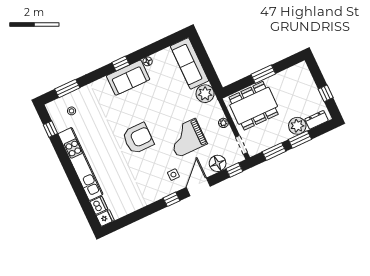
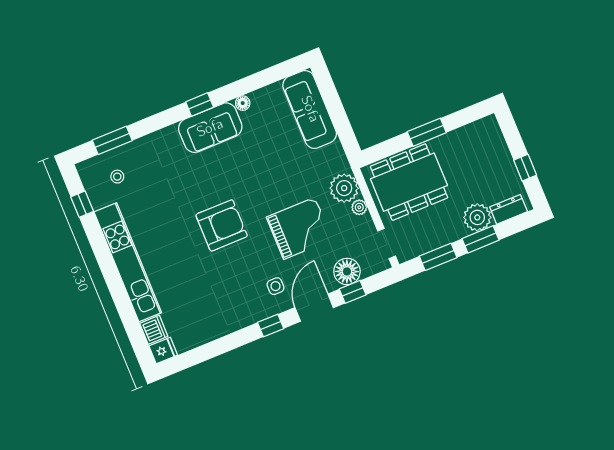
plant: (205, 94) -> (344, 188), moved
grand piano: (187, 138) -> (299, 228), turned 180
window: (234, 170) -> (353, 292), moved

